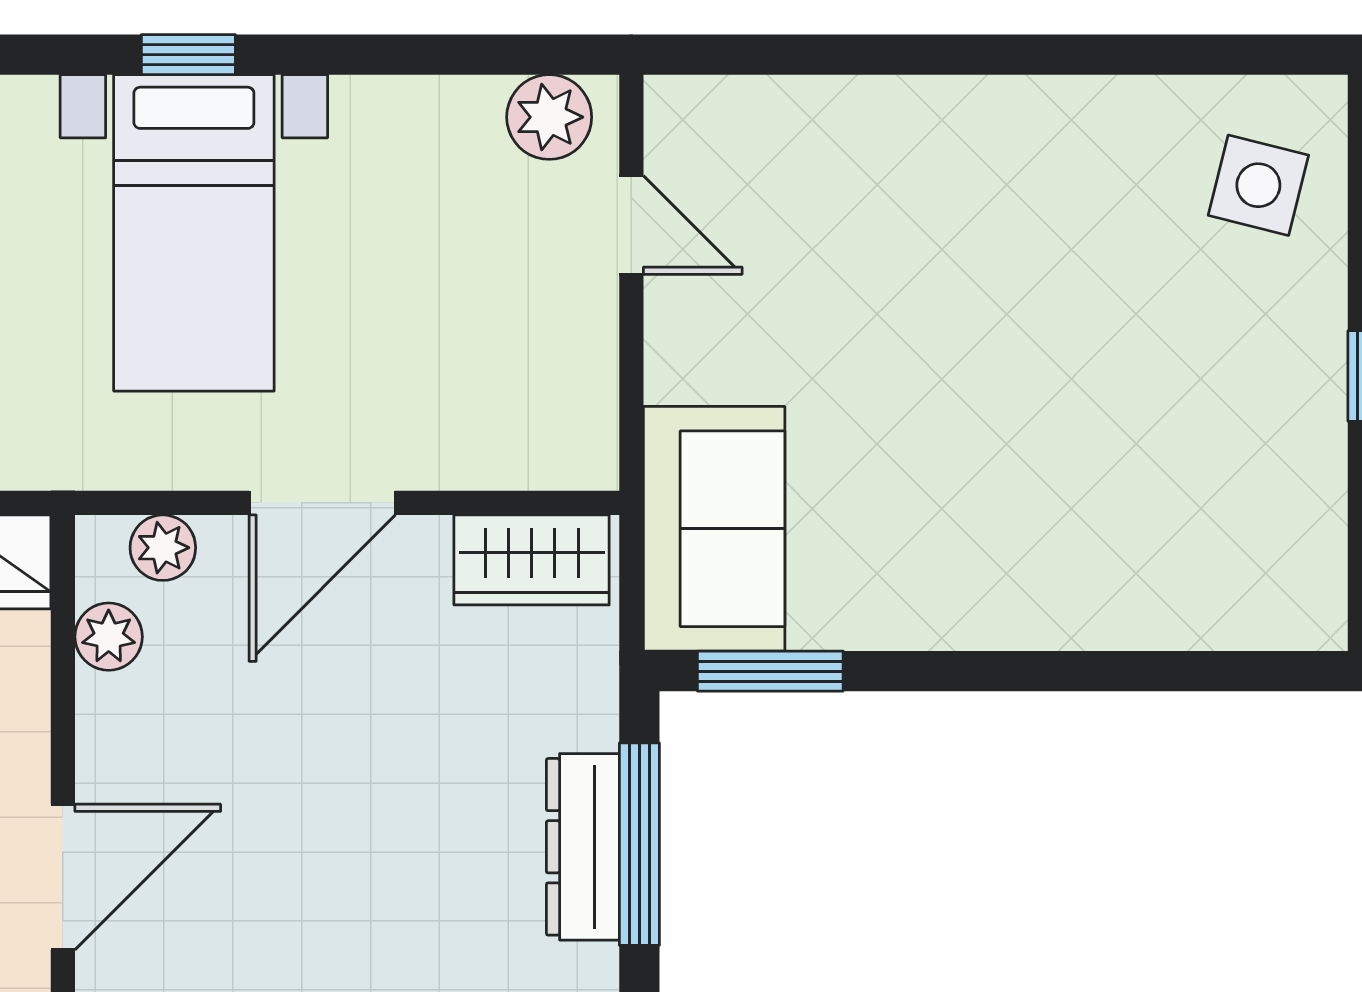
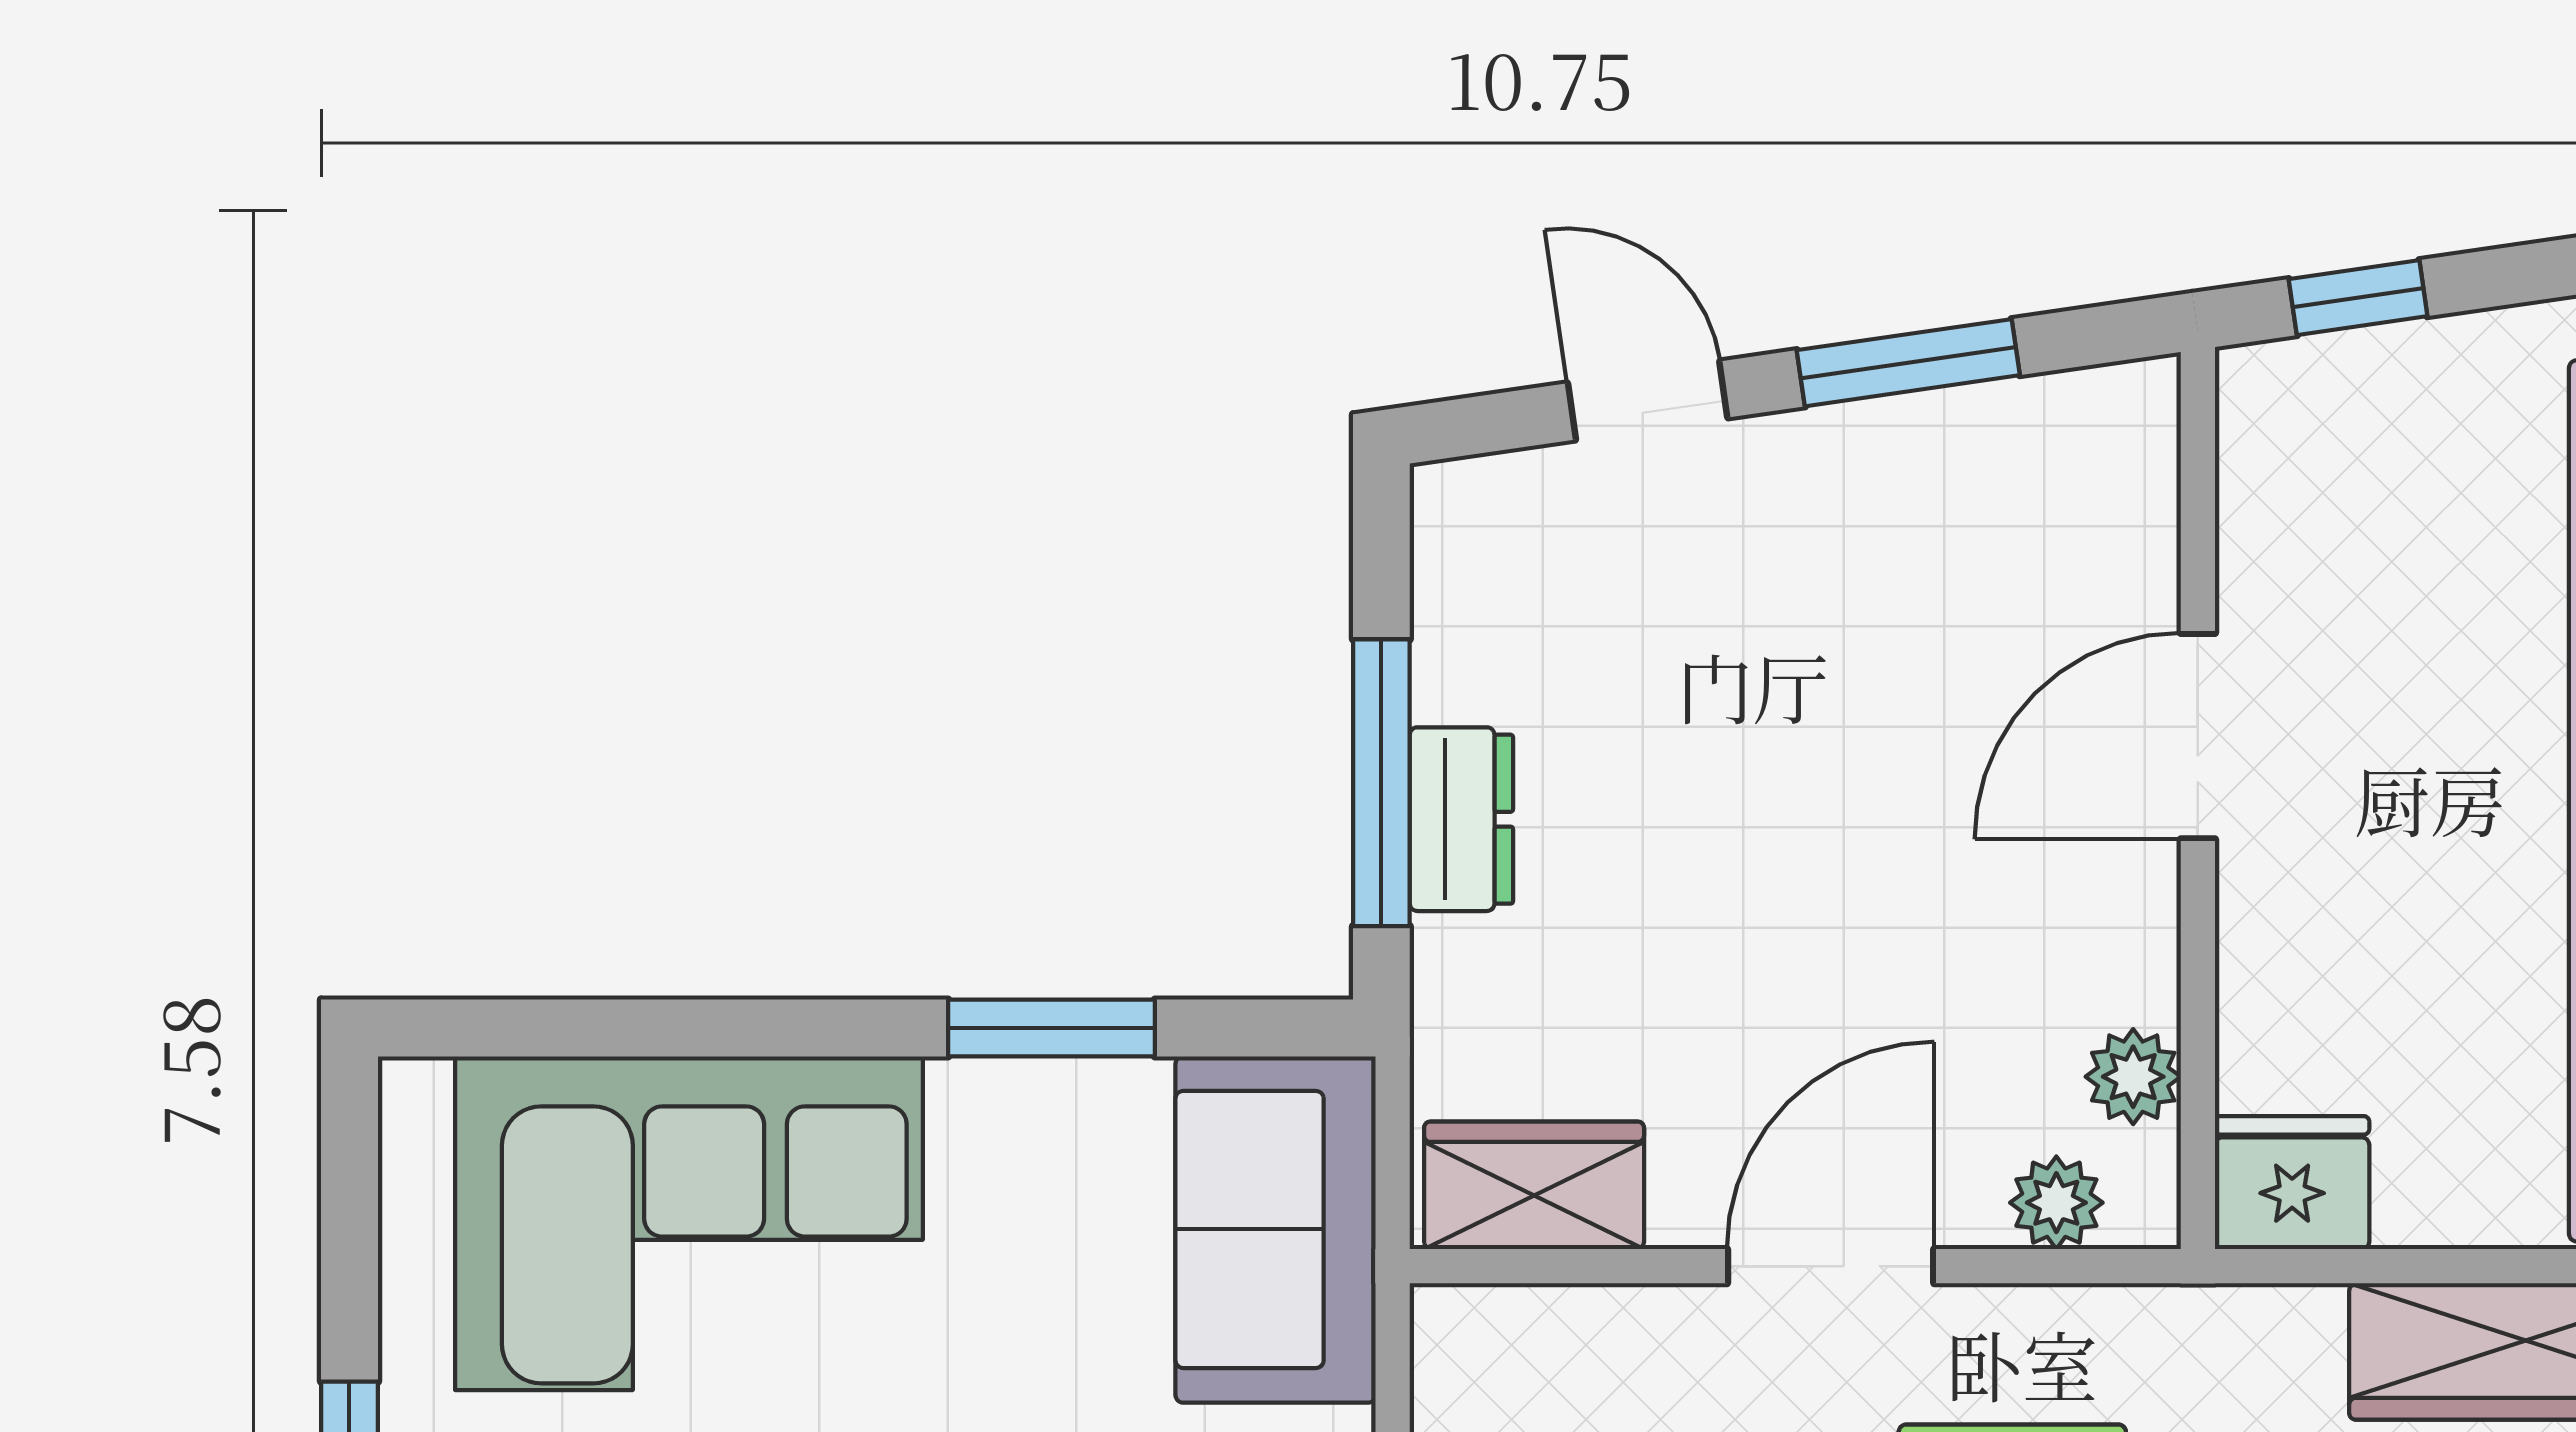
corner sofa: (1128, 533) -> (689, 1223), added
window: (770, 671) -> (1051, 1028), moved
dresser: (583, 847) -> (1461, 819), width x0.70

